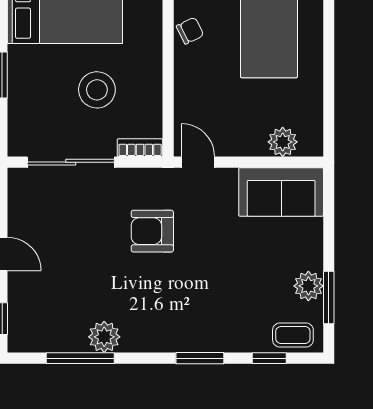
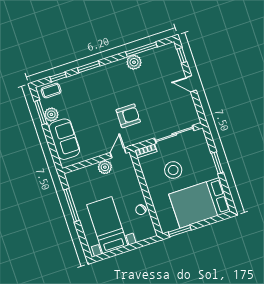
window: (329, 87) -> (71, 205), added
plant: (283, 142) -> (105, 167), moved
door: (198, 162) -> (118, 153), swing flipped
sofa: (281, 192) -> (64, 139), moved, turned 90

